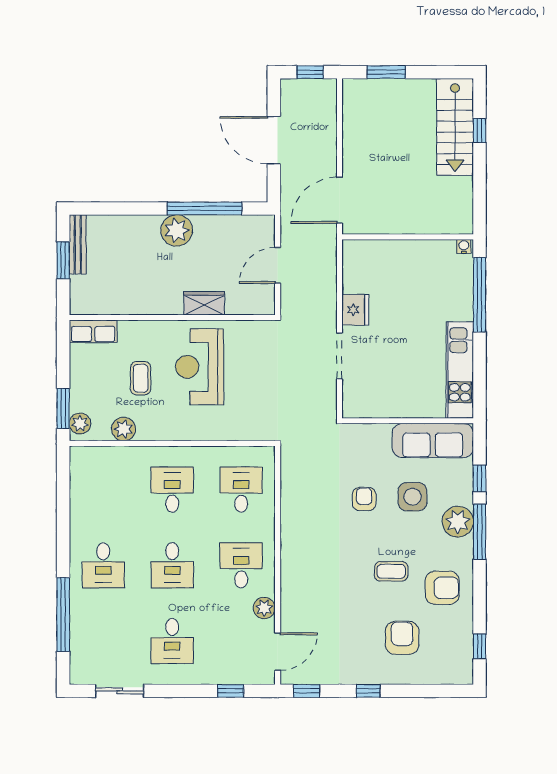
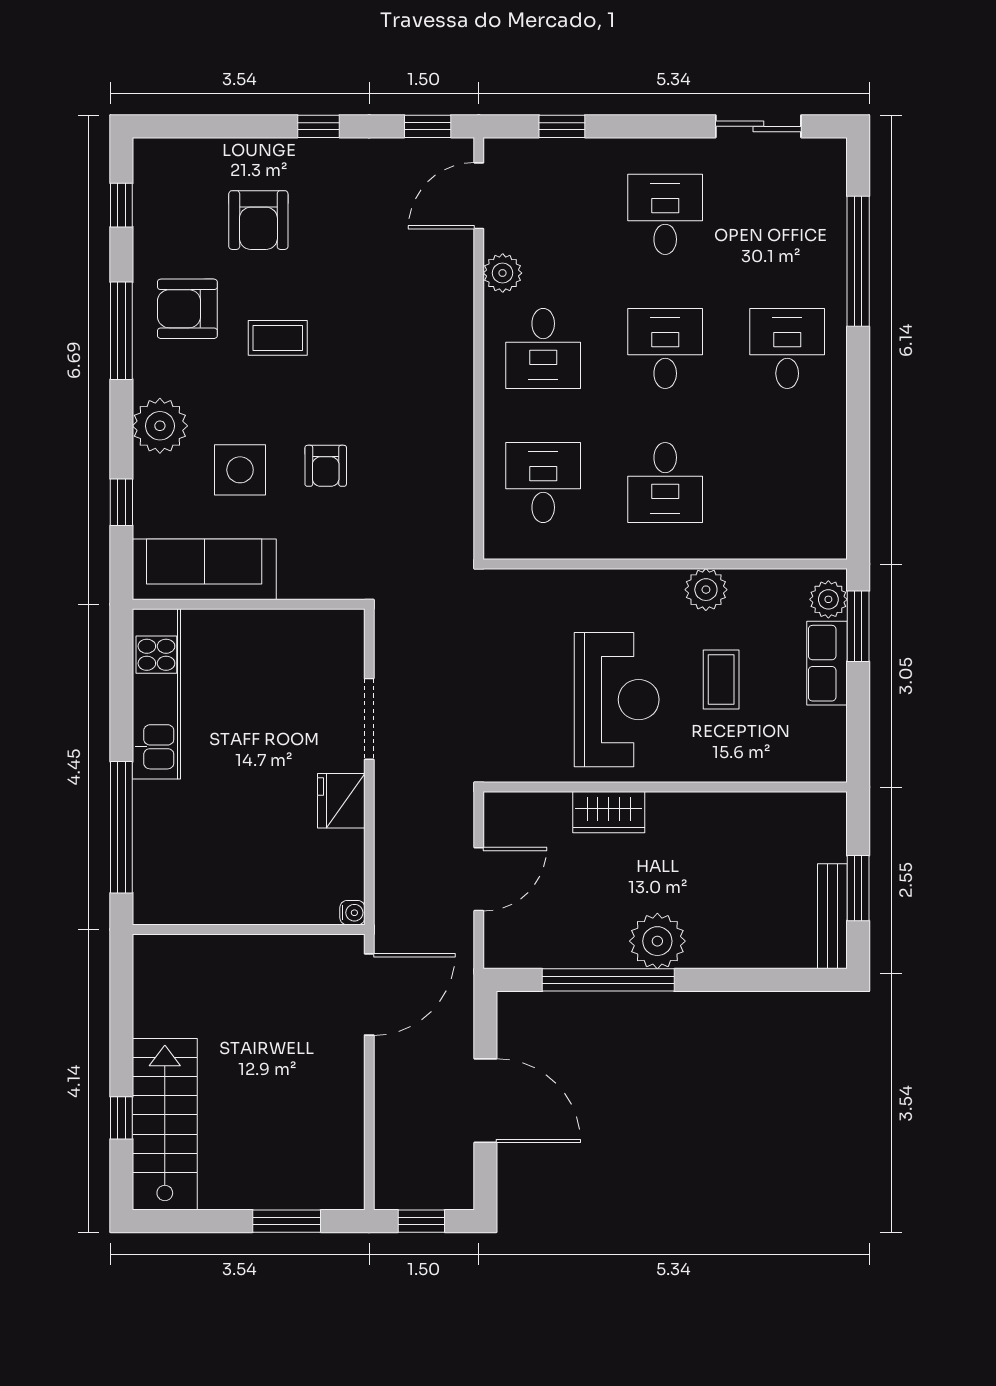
water cooler: (464, 246) -> (352, 913), moved, turned -90
row of seats: (93, 331) -> (827, 663), moved, turned -90
plant: (124, 429) -> (706, 590), moved
desk: (241, 490) -> (543, 483), turned 180
window: (480, 532) -> (121, 331), moved

